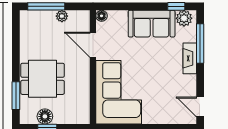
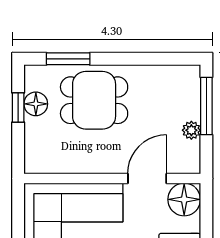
floor lamp: (102, 16) -> (184, 199), width x1.89, depth x1.89
dining table: (43, 79) -> (94, 100), turned 90

